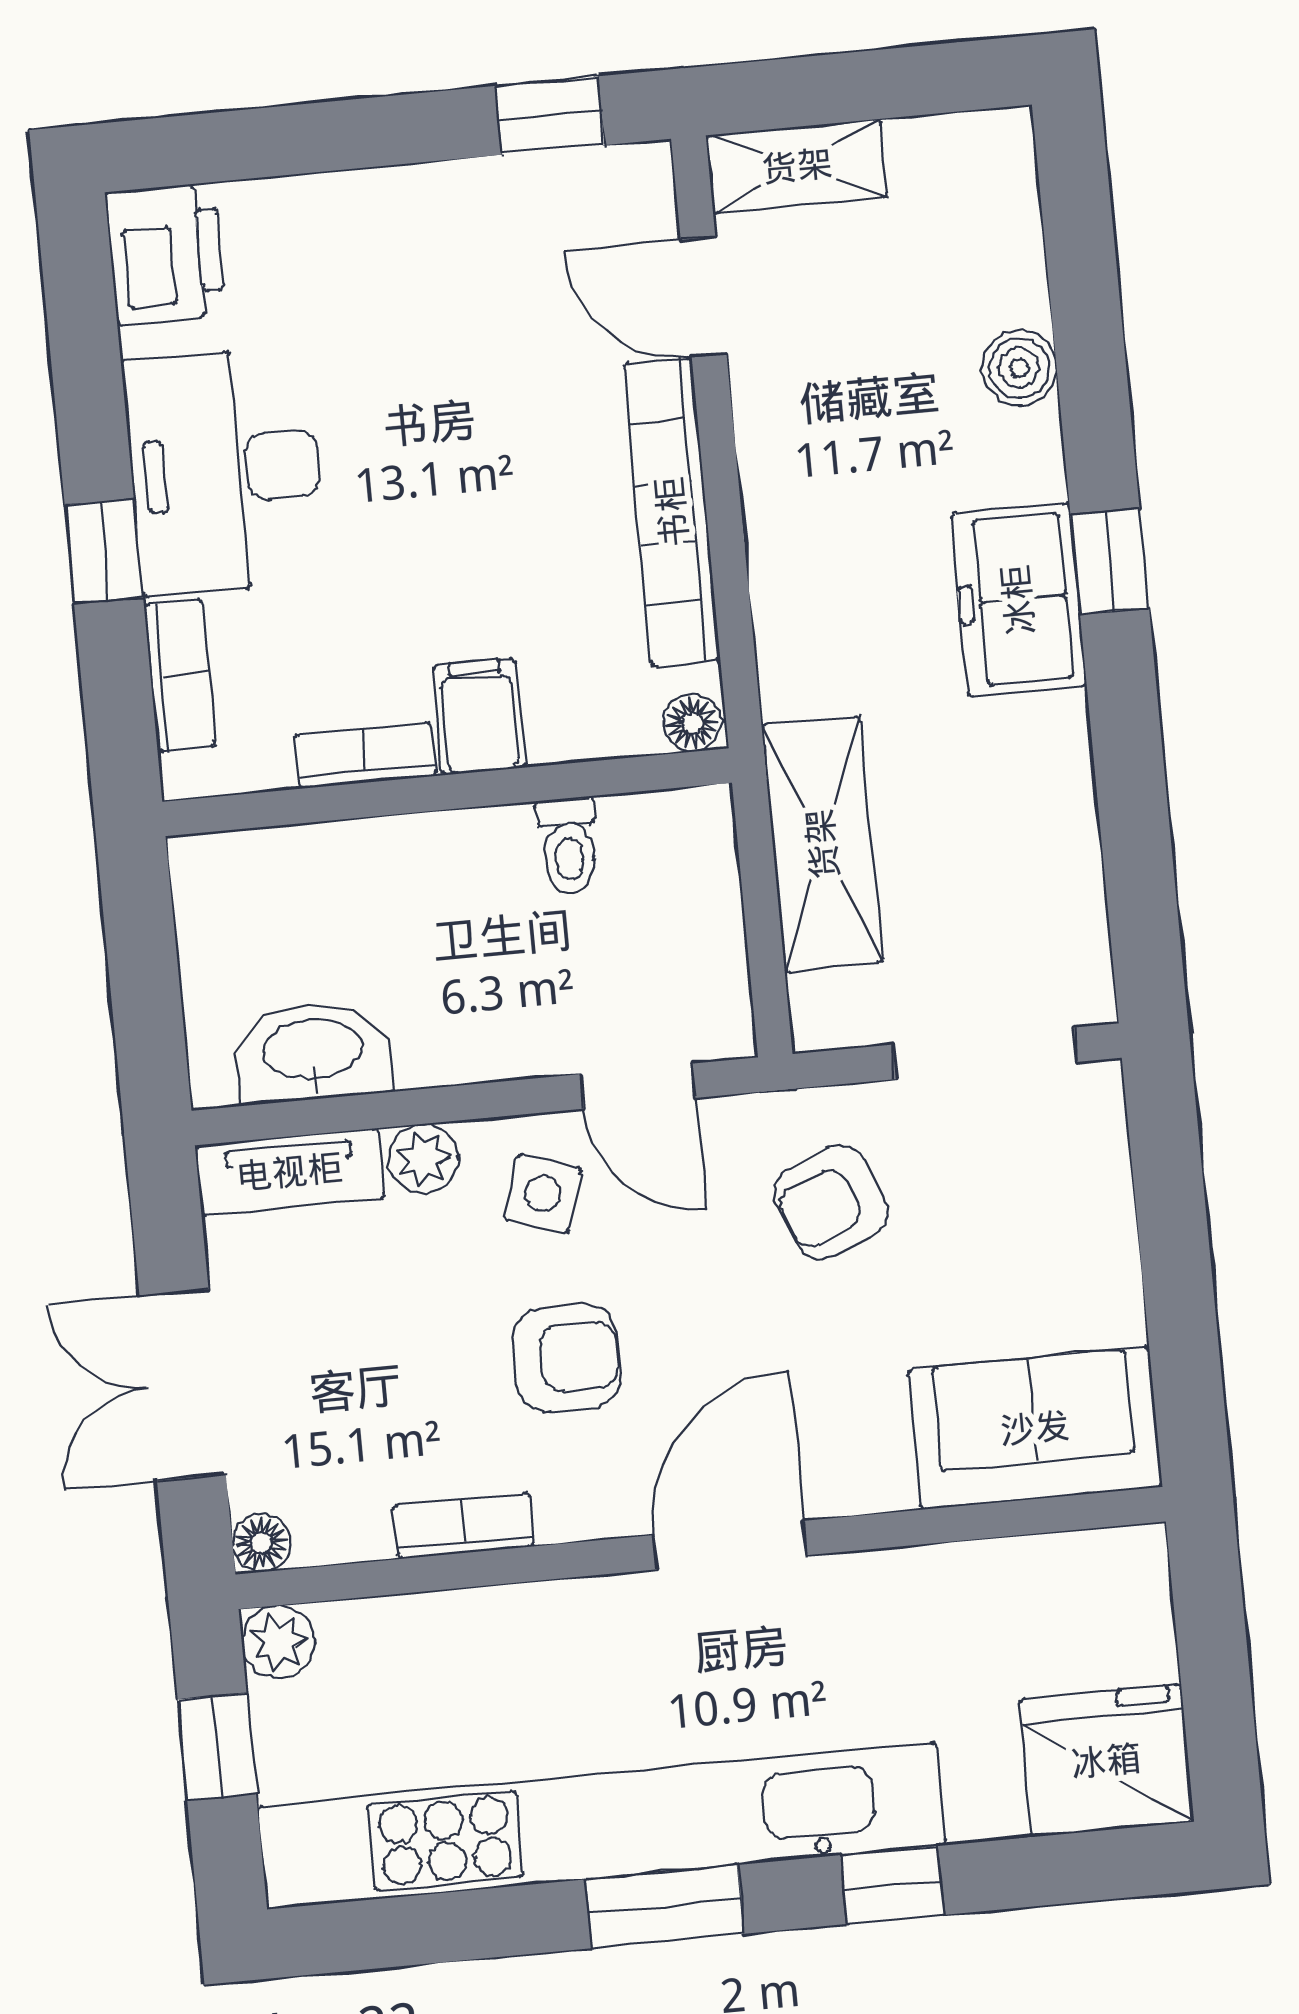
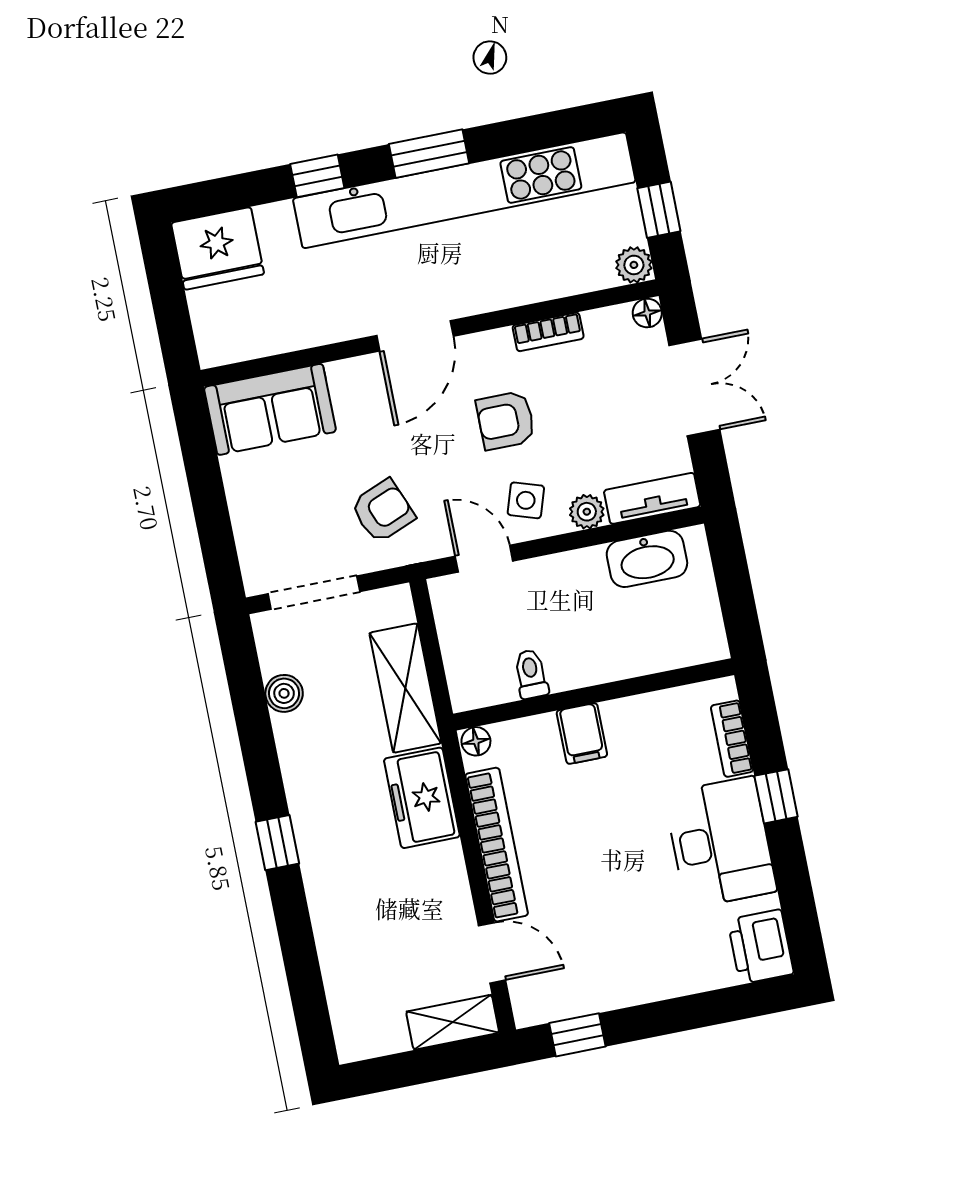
boiler: (1019, 368) -> (284, 693), moved
freezer: (1018, 600) -> (422, 798), moved, turned 180
bookcase: (365, 755) -> (636, 709), removed

